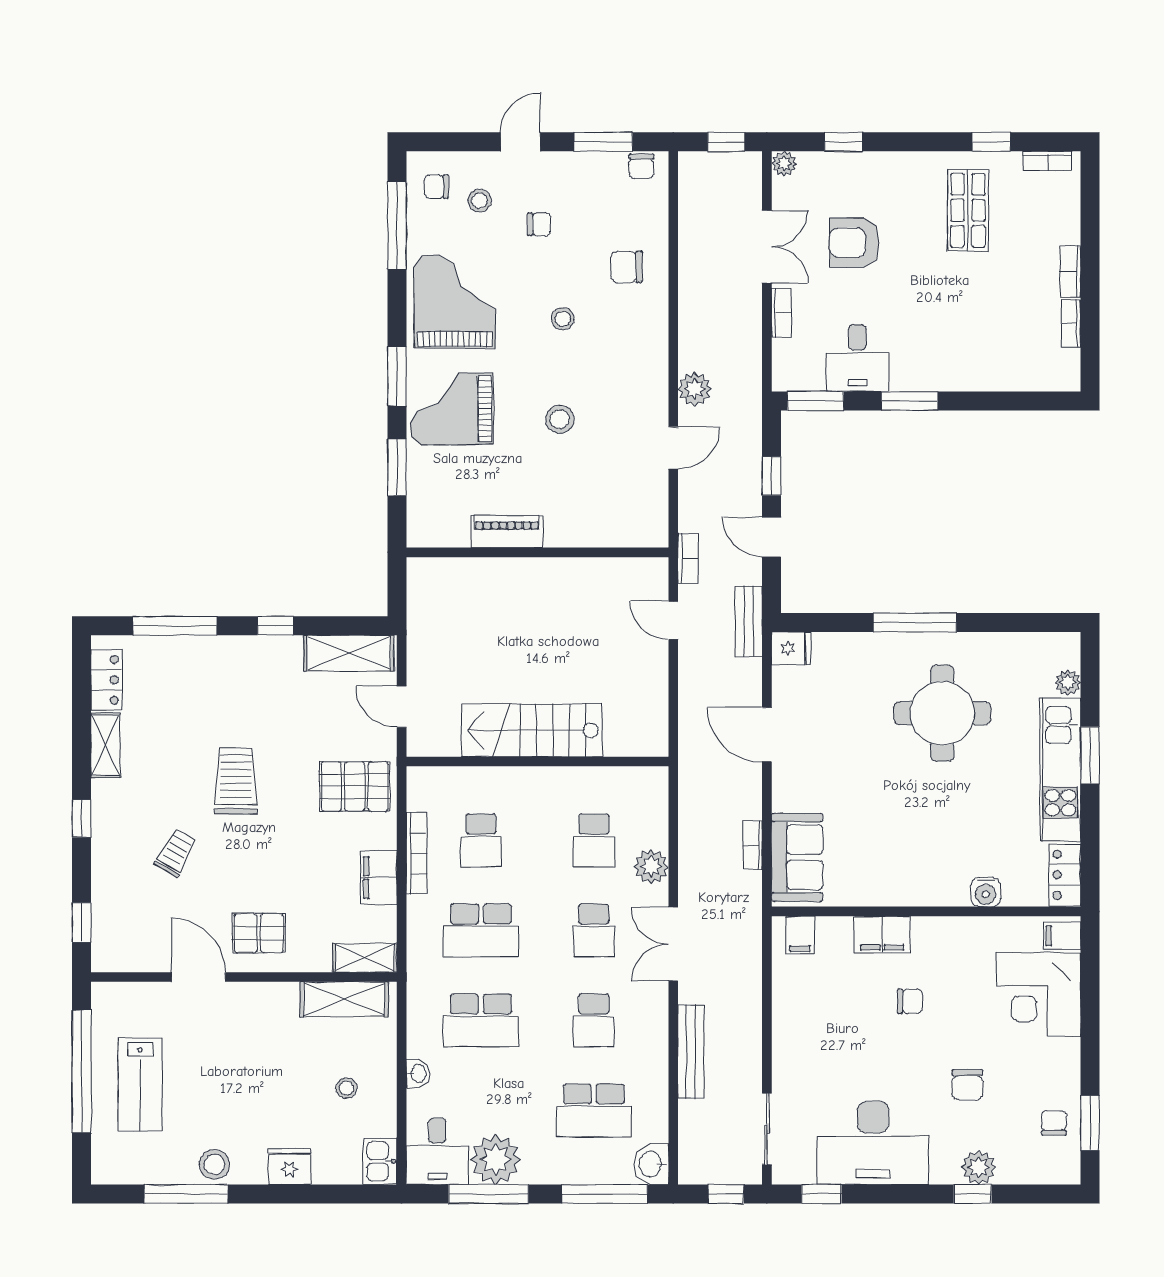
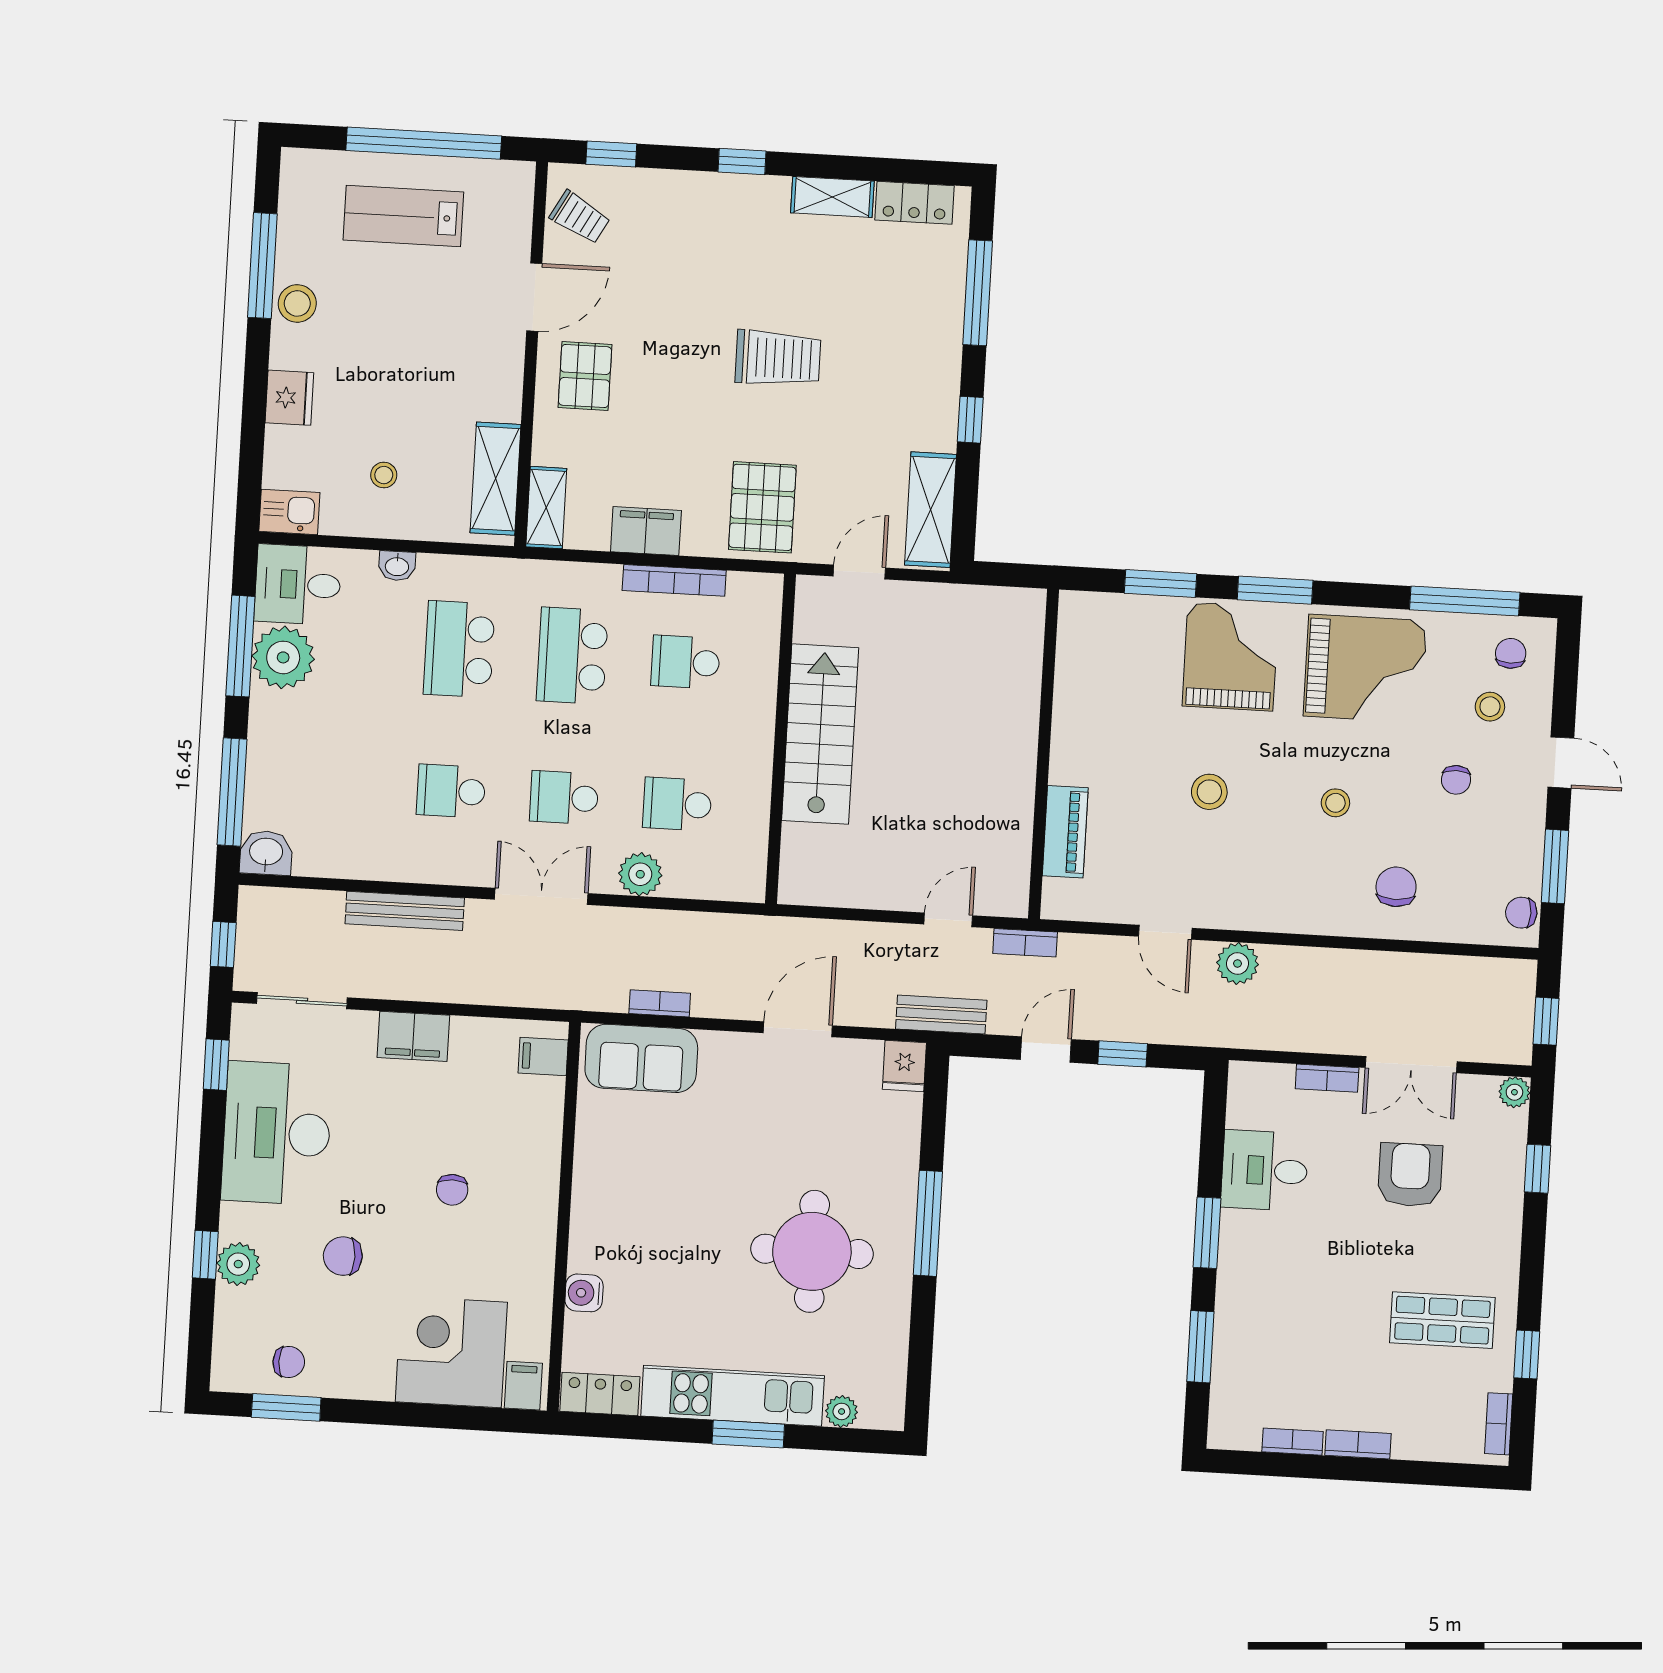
window: (815, 401) -> (1200, 1347), moved
piano: (507, 532) -> (1065, 832), moved
trolley: (176, 853) -> (580, 217), moved
filing cabinet: (882, 935) -> (413, 1036), moved, turned -90
school desk: (594, 1110) -> (338, 784), removed

